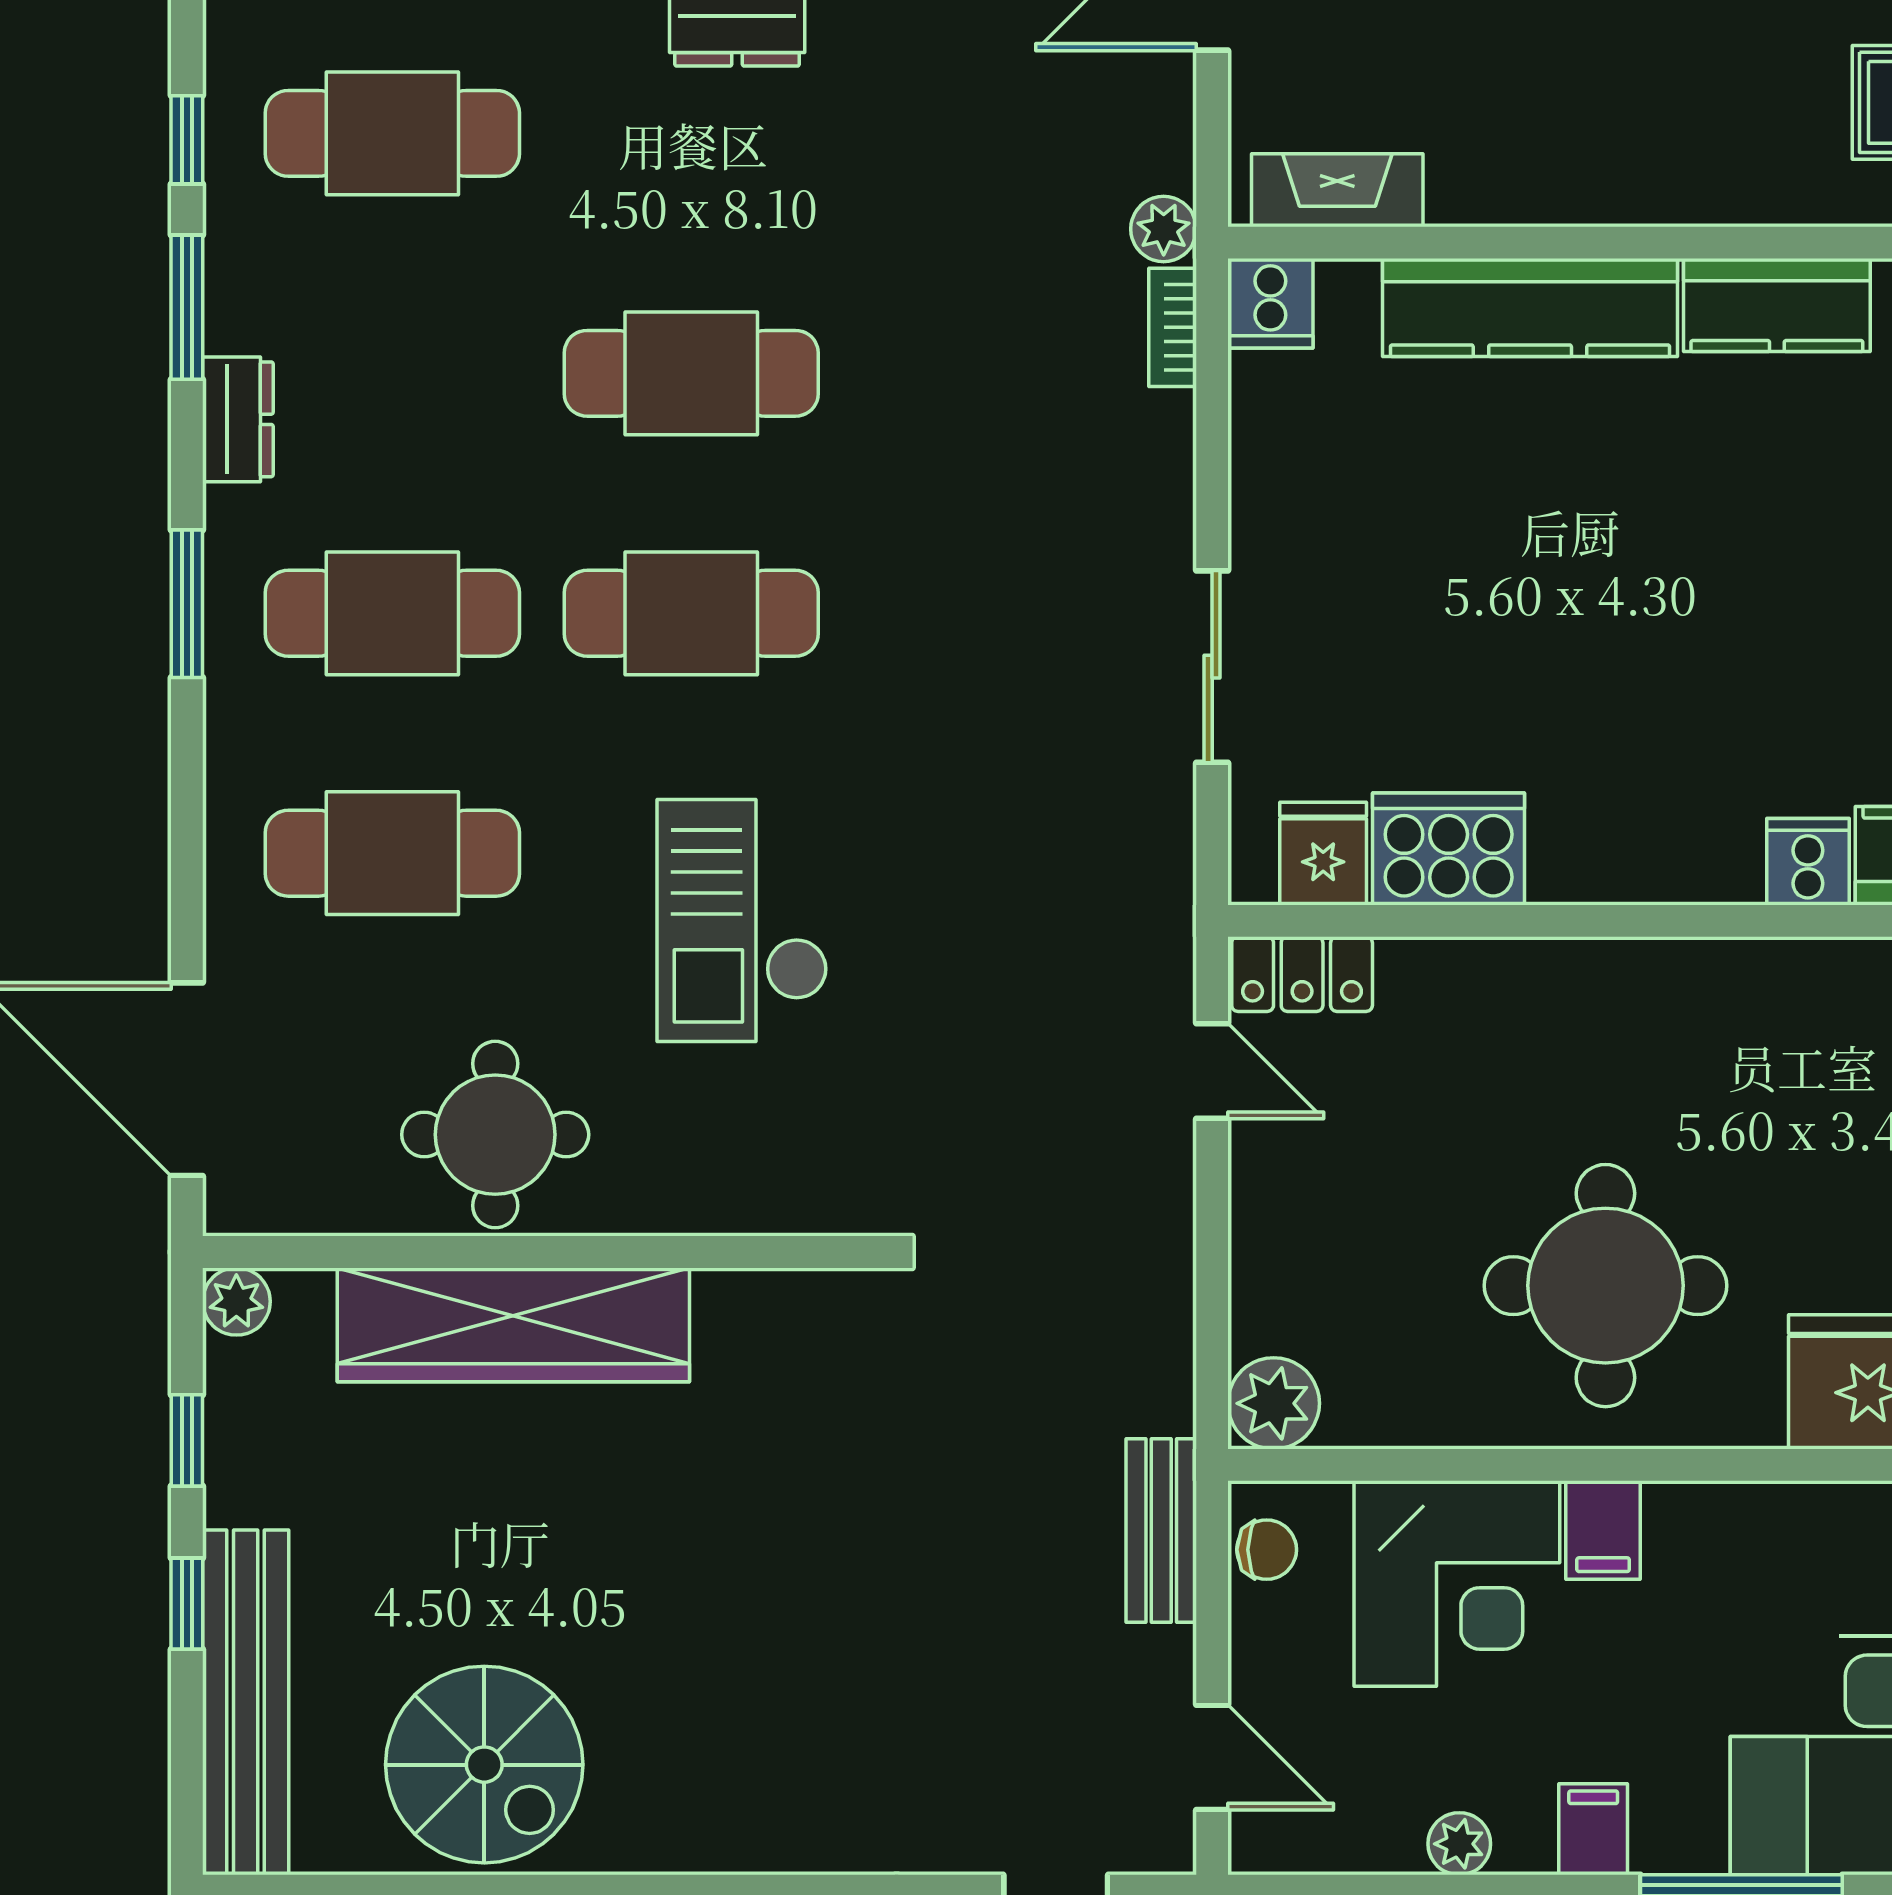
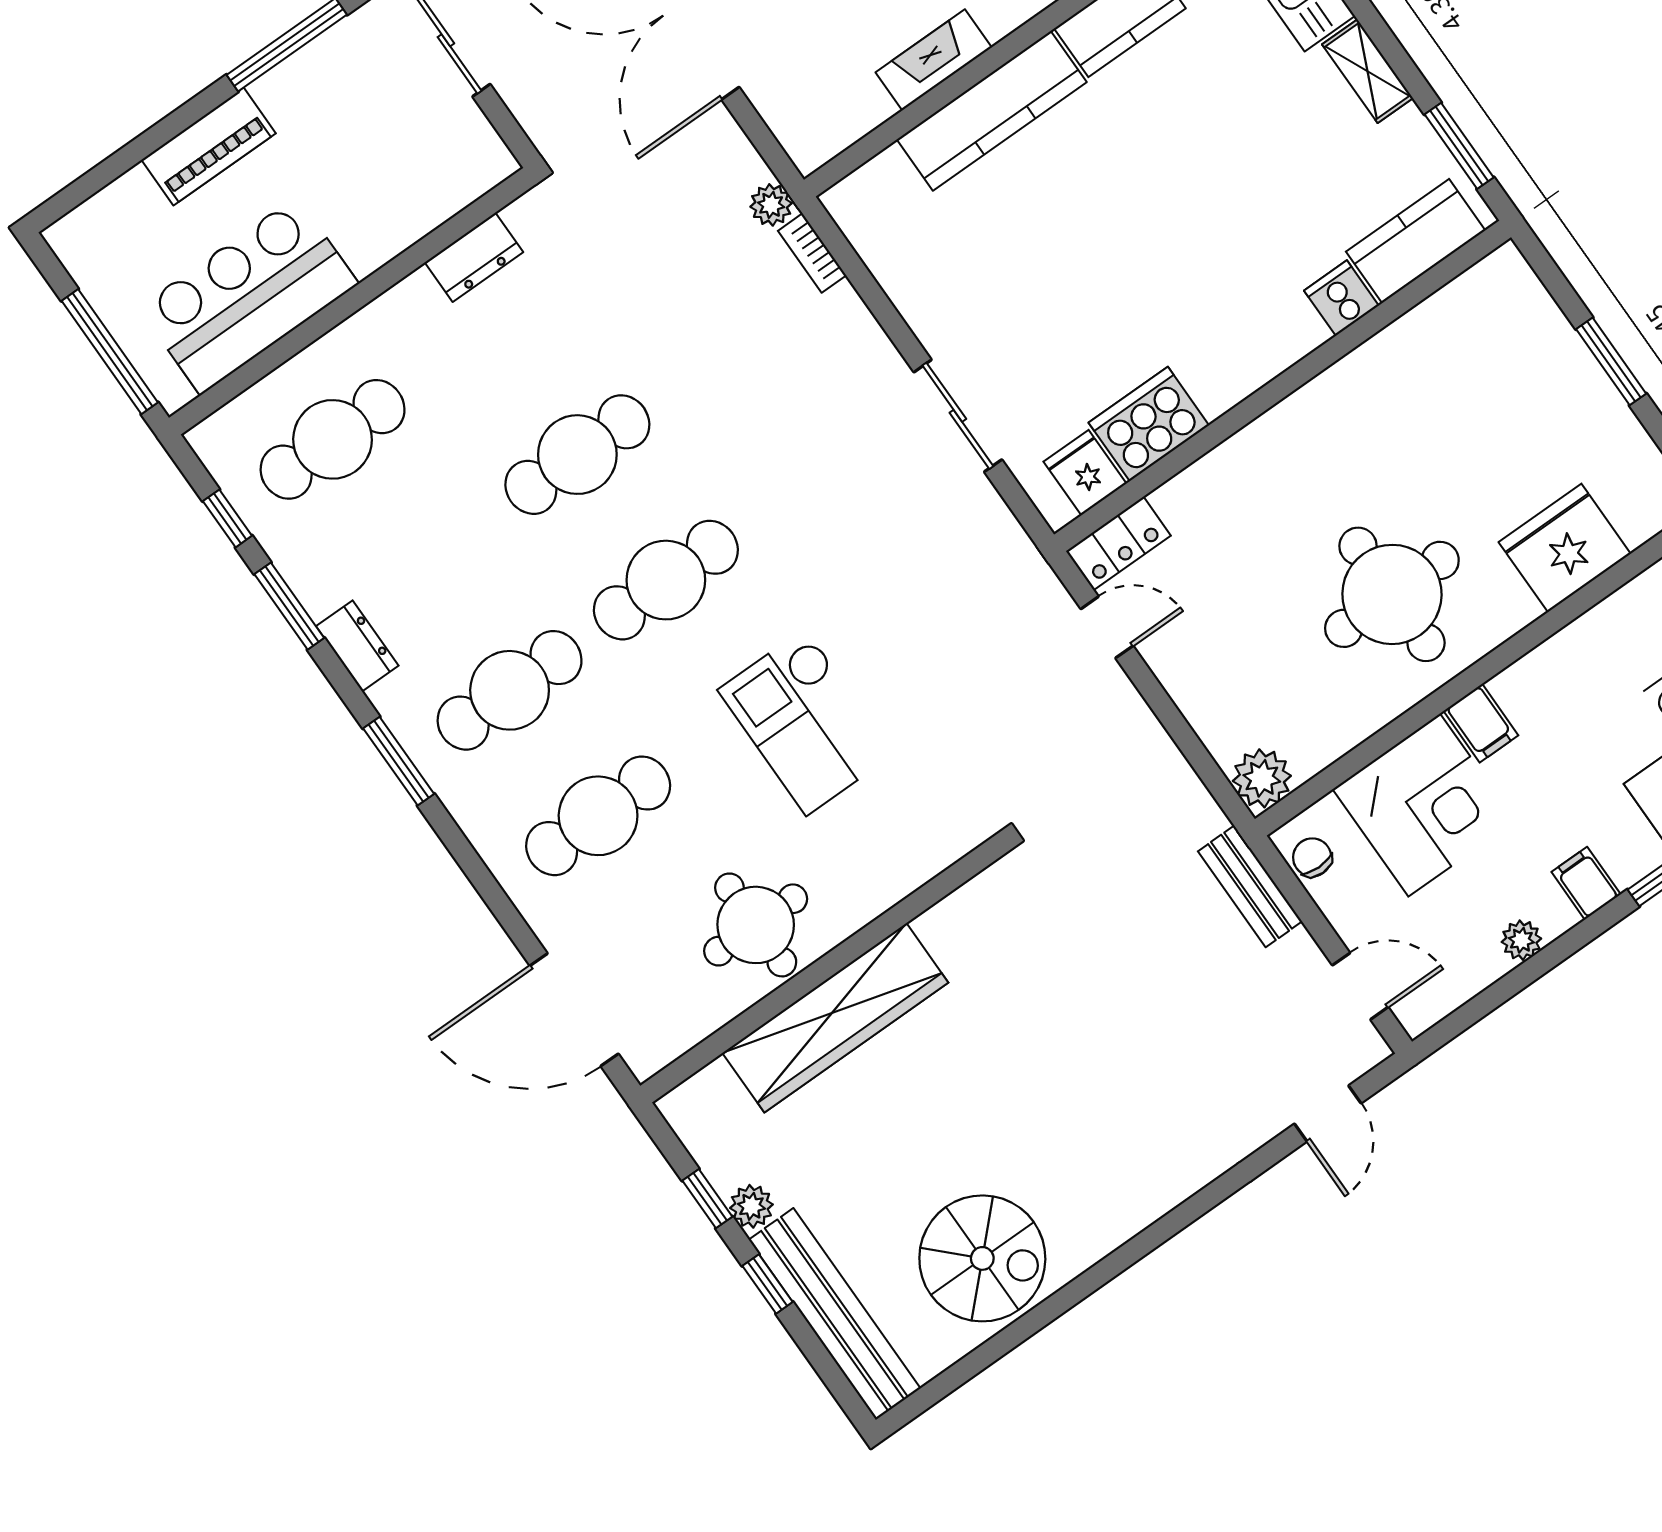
fireplace: (1337, 190) -> (934, 60), moved
cooker: (1270, 303) -> (854, 204), removed
plant: (236, 1301) -> (751, 1206), moved
chair: (1267, 1550) -> (1312, 857), turned -90

